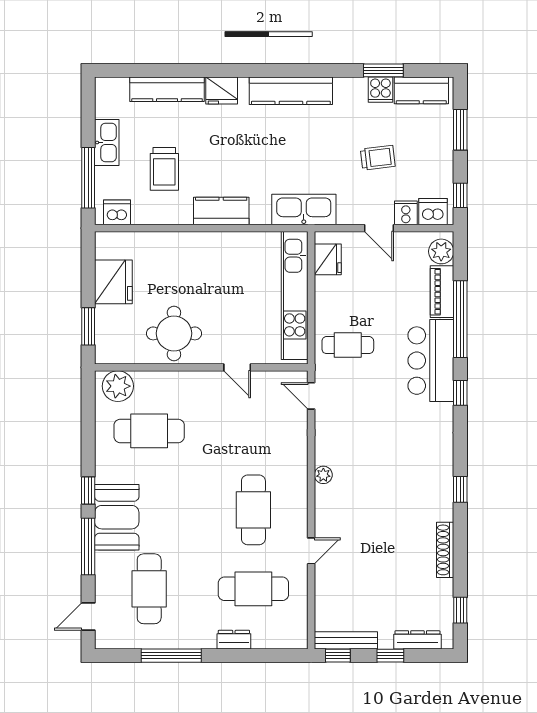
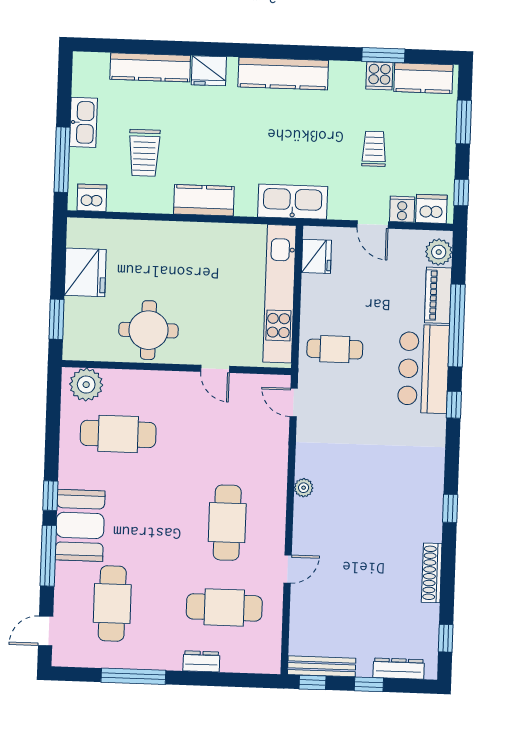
trolley: (378, 158) -> (374, 149), turned -83

